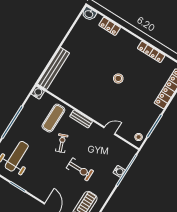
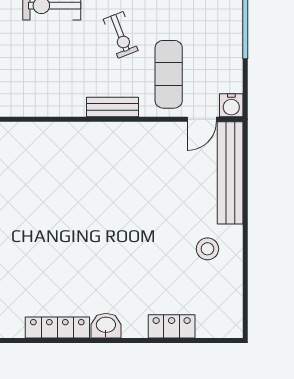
washbasin: (89, 14) -> (106, 326), moved
stool: (118, 78) -> (207, 249), moved
door: (109, 131) -> (202, 119), moved

